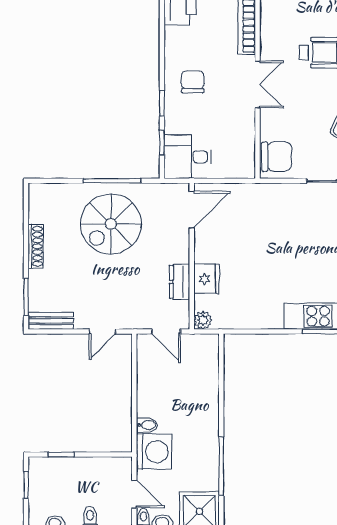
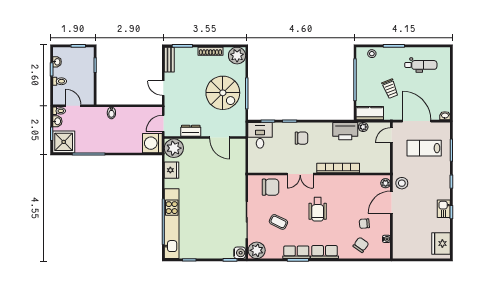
chair: (277, 157) -> (270, 187), moved, turned -90
plant: (44, 198) -> (237, 56), added
door: (192, 210) -> (220, 138), moved
spiral stairs: (111, 224) -> (223, 93), turned 180
fridge: (206, 279) -> (172, 170), moved, turned -90
plant: (203, 320) -> (174, 148), width x1.88, depth x1.88
washing machine: (154, 452) -> (152, 143), moved, turned 90
door: (134, 494) -> (73, 106), swing flipped

